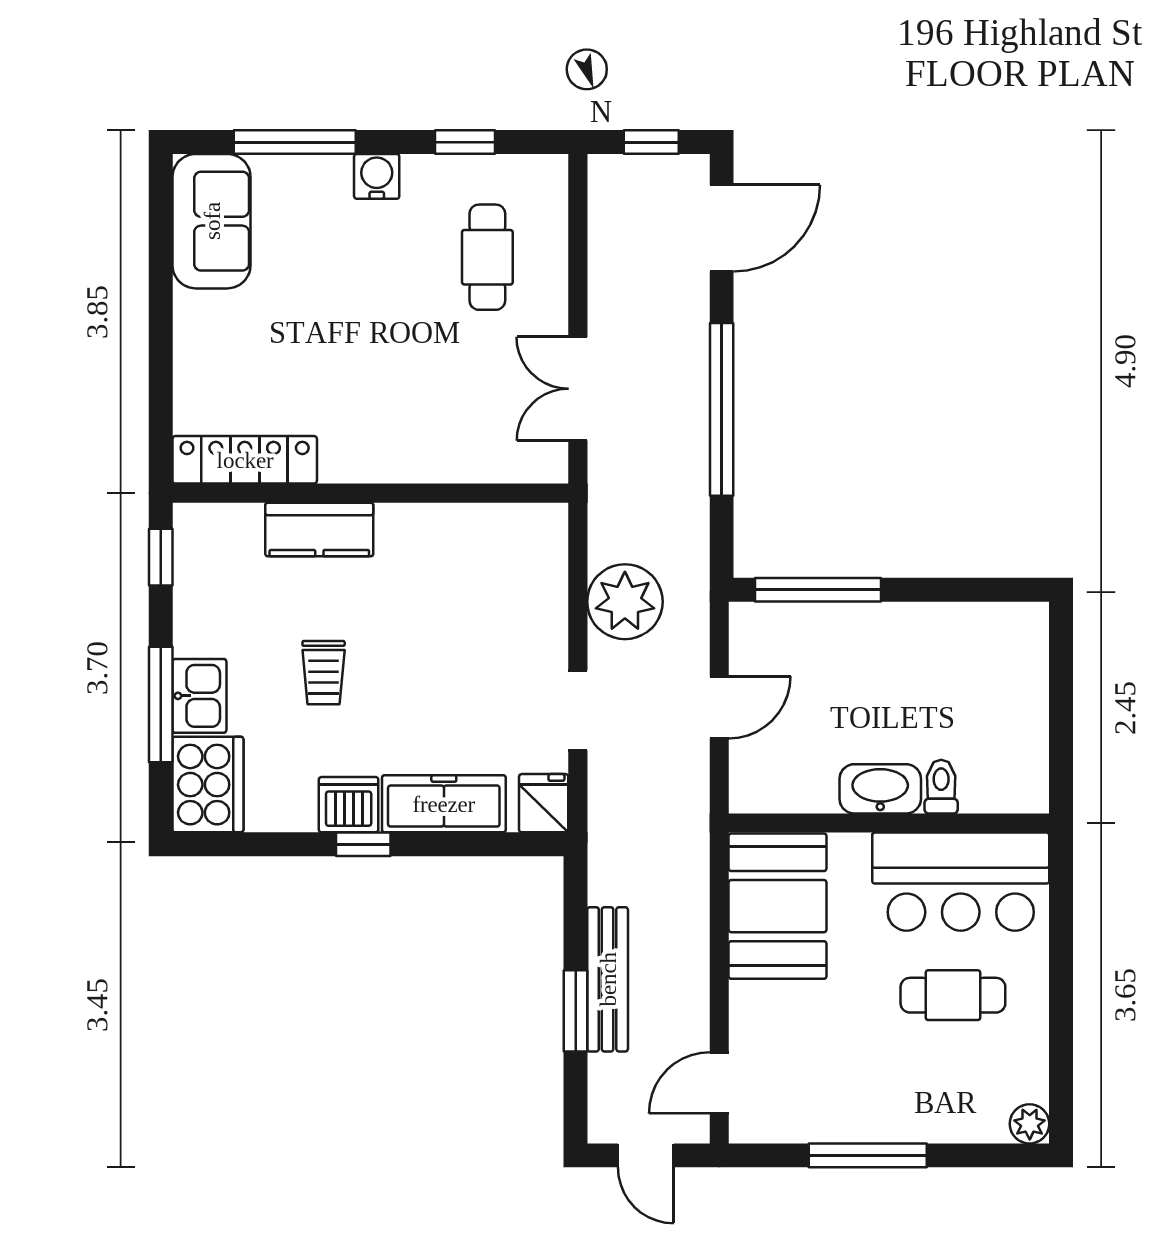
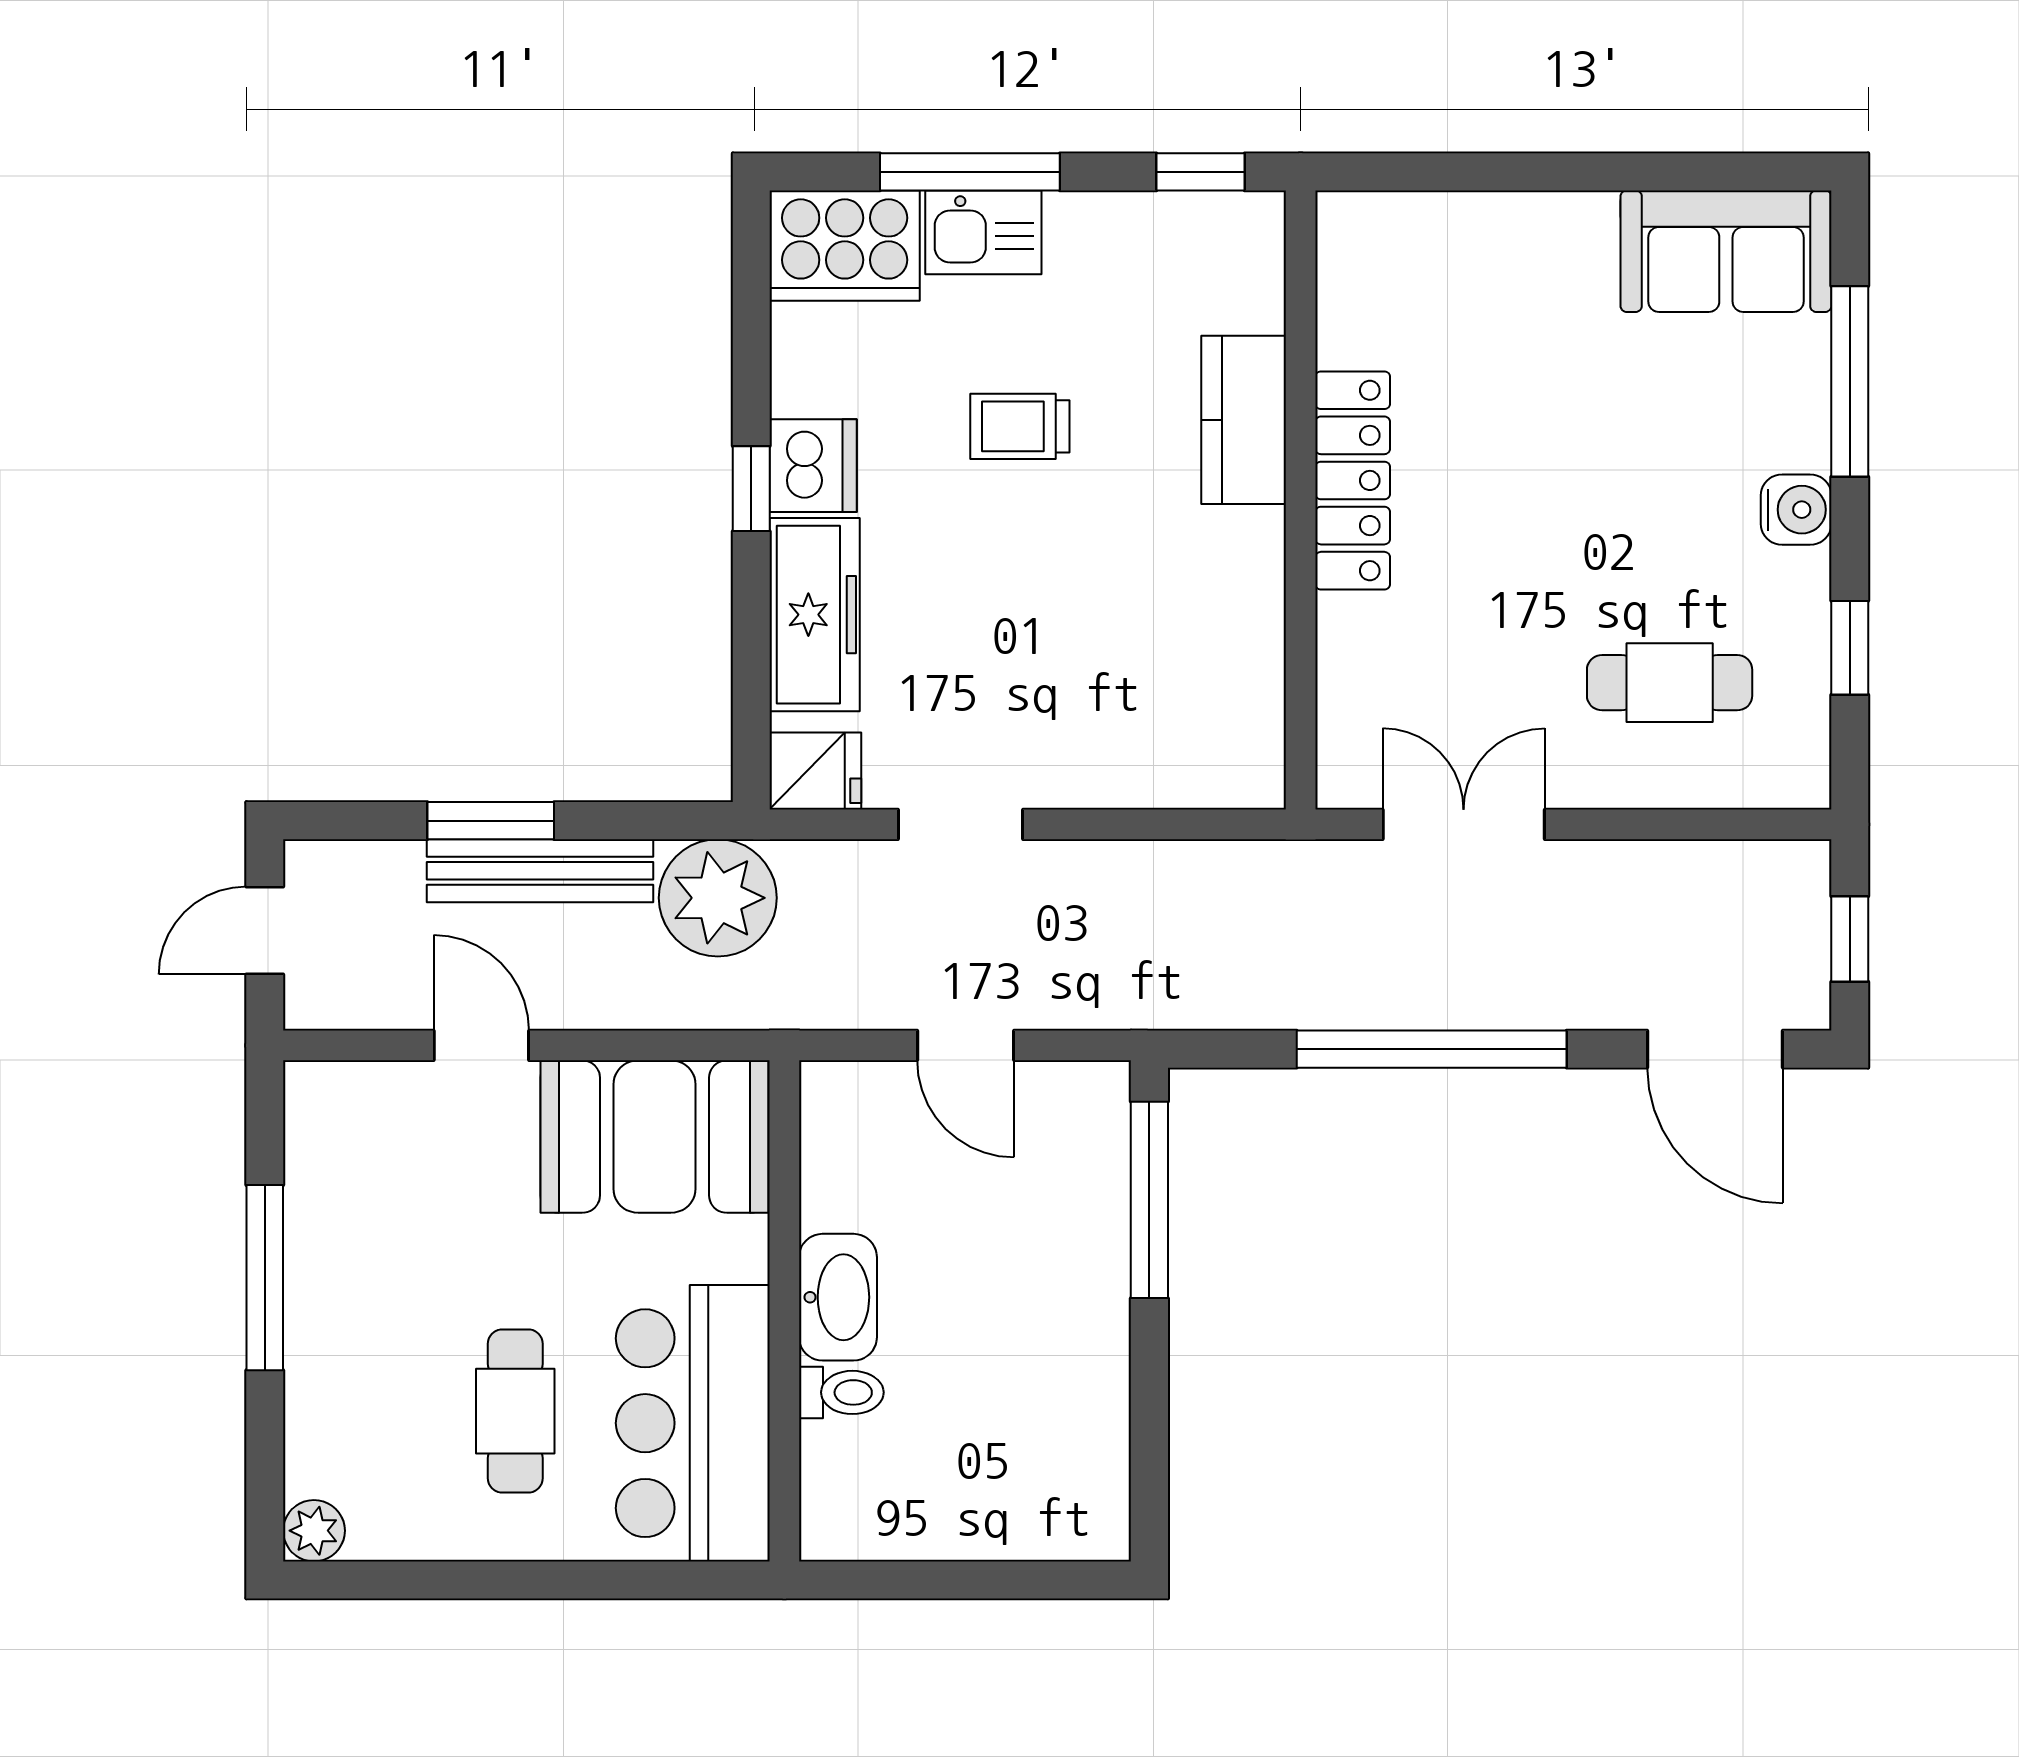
locker: (245, 460) -> (1353, 480), moved
plant: (625, 602) -> (718, 898), moved
door: (719, 1083) -> (481, 1045), moved

